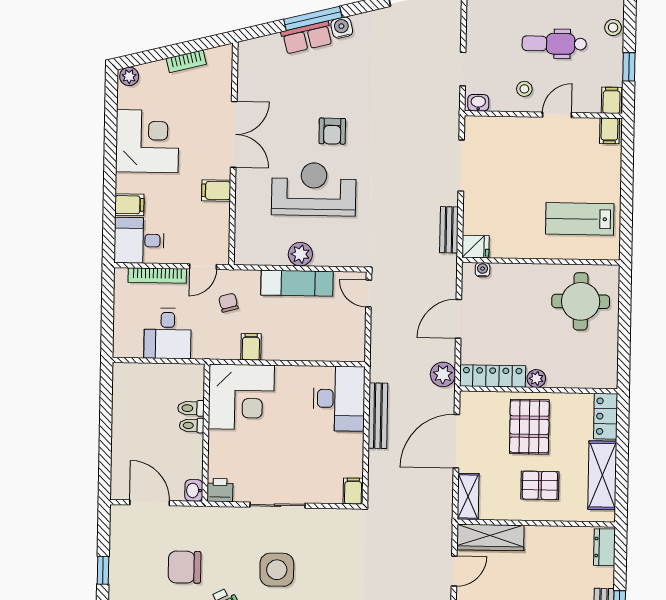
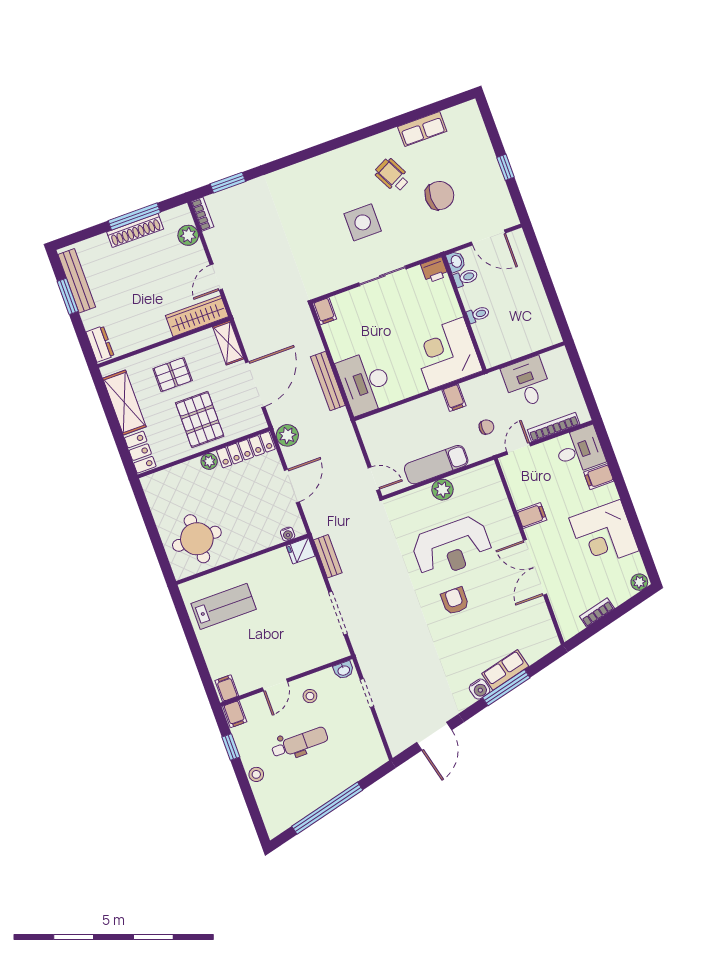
chair: (228, 303) -> (486, 427), turned -75
toilet: (191, 408) -> (466, 277), moved

